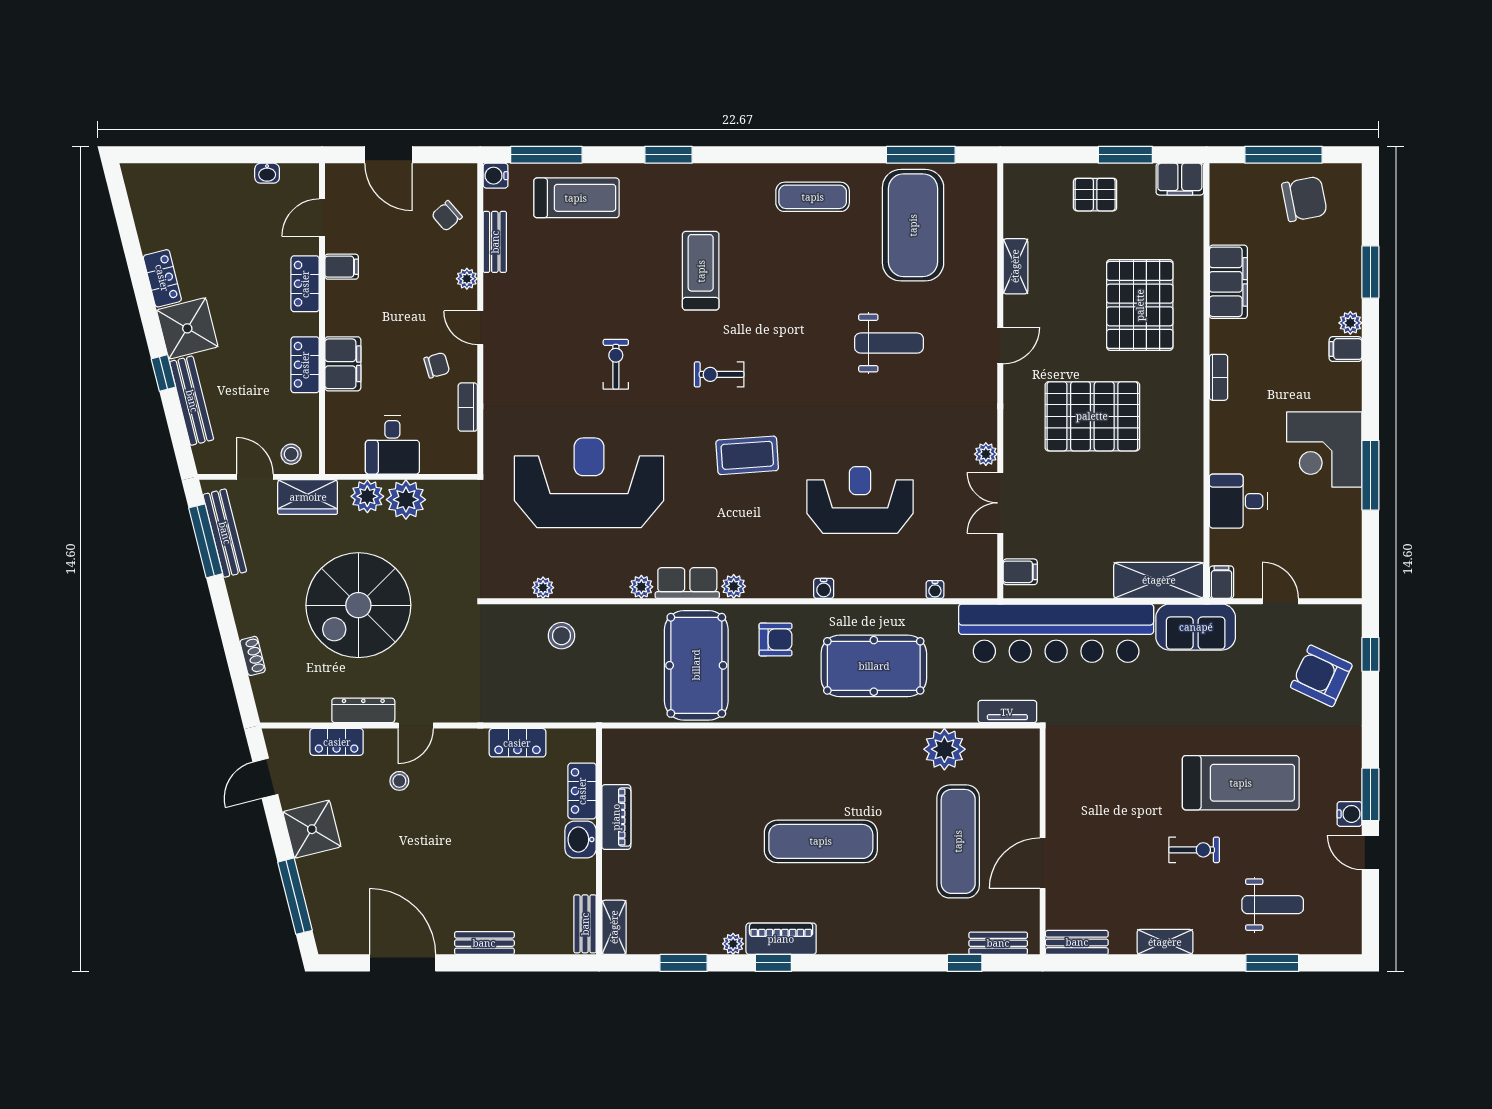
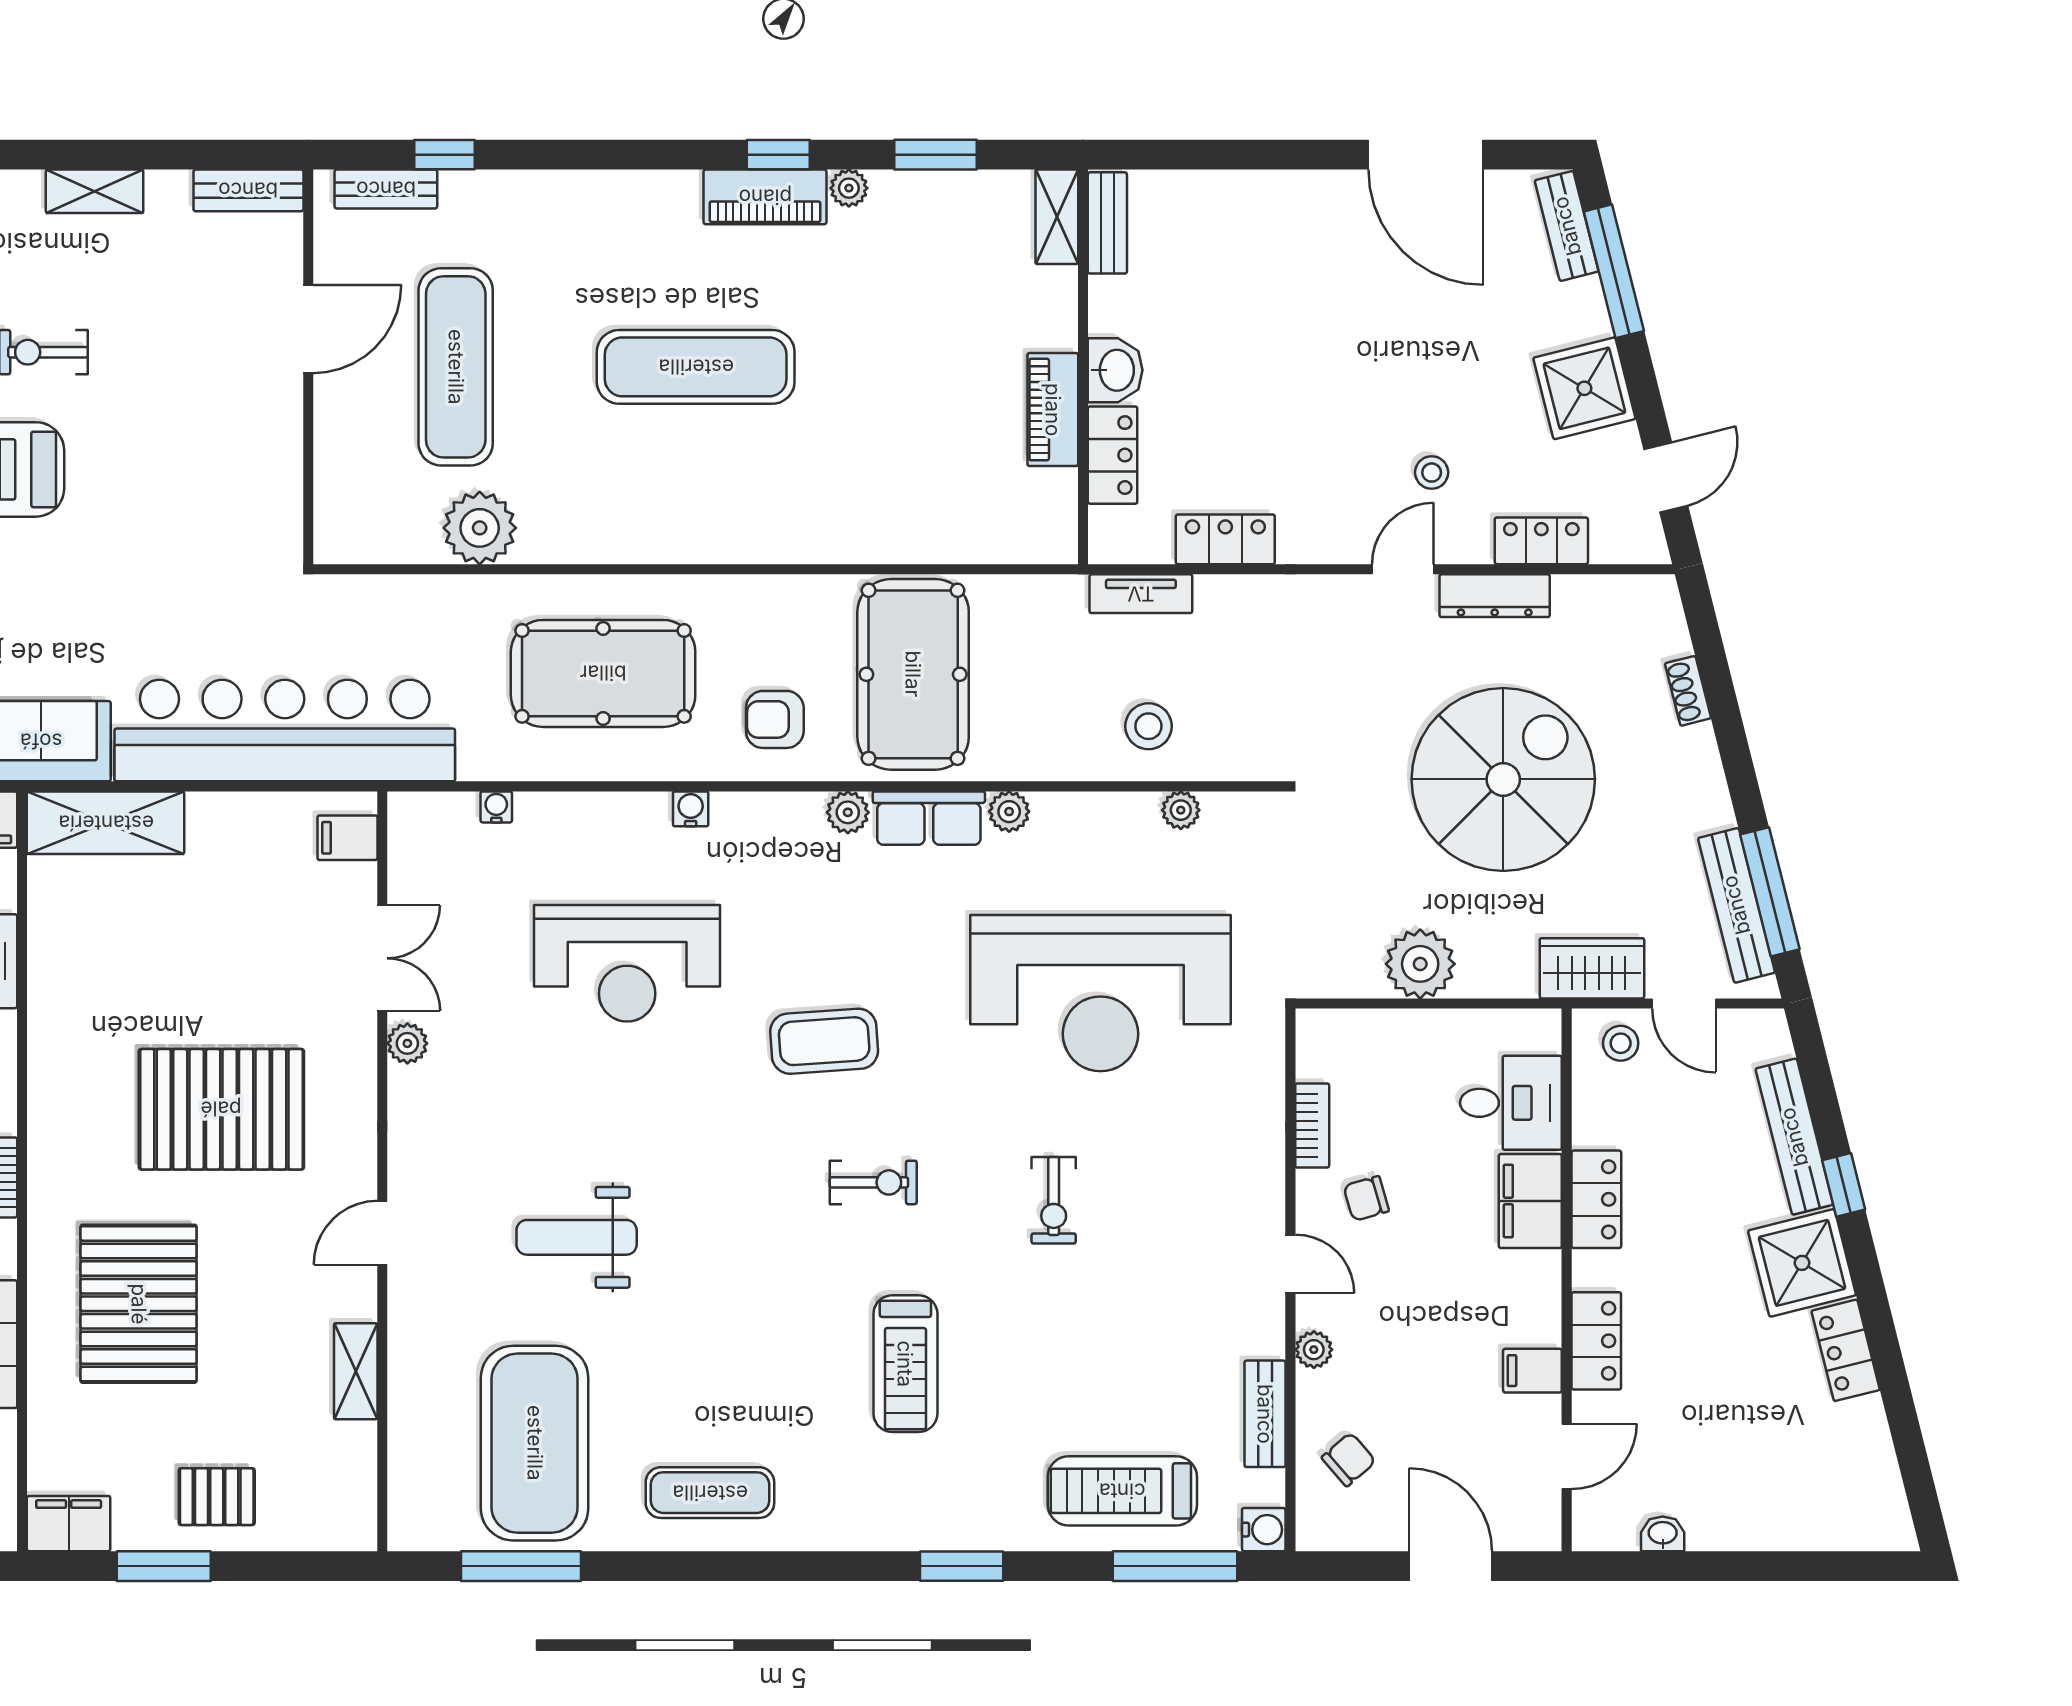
desk: (392, 445) -> (1511, 1103), moved, turned 90
plant: (367, 496) -> (1488, 970), removed
tv unit: (1007, 712) -> (1141, 594), moved
bench: (484, 943) -> (1567, 226), moved, turned 76

